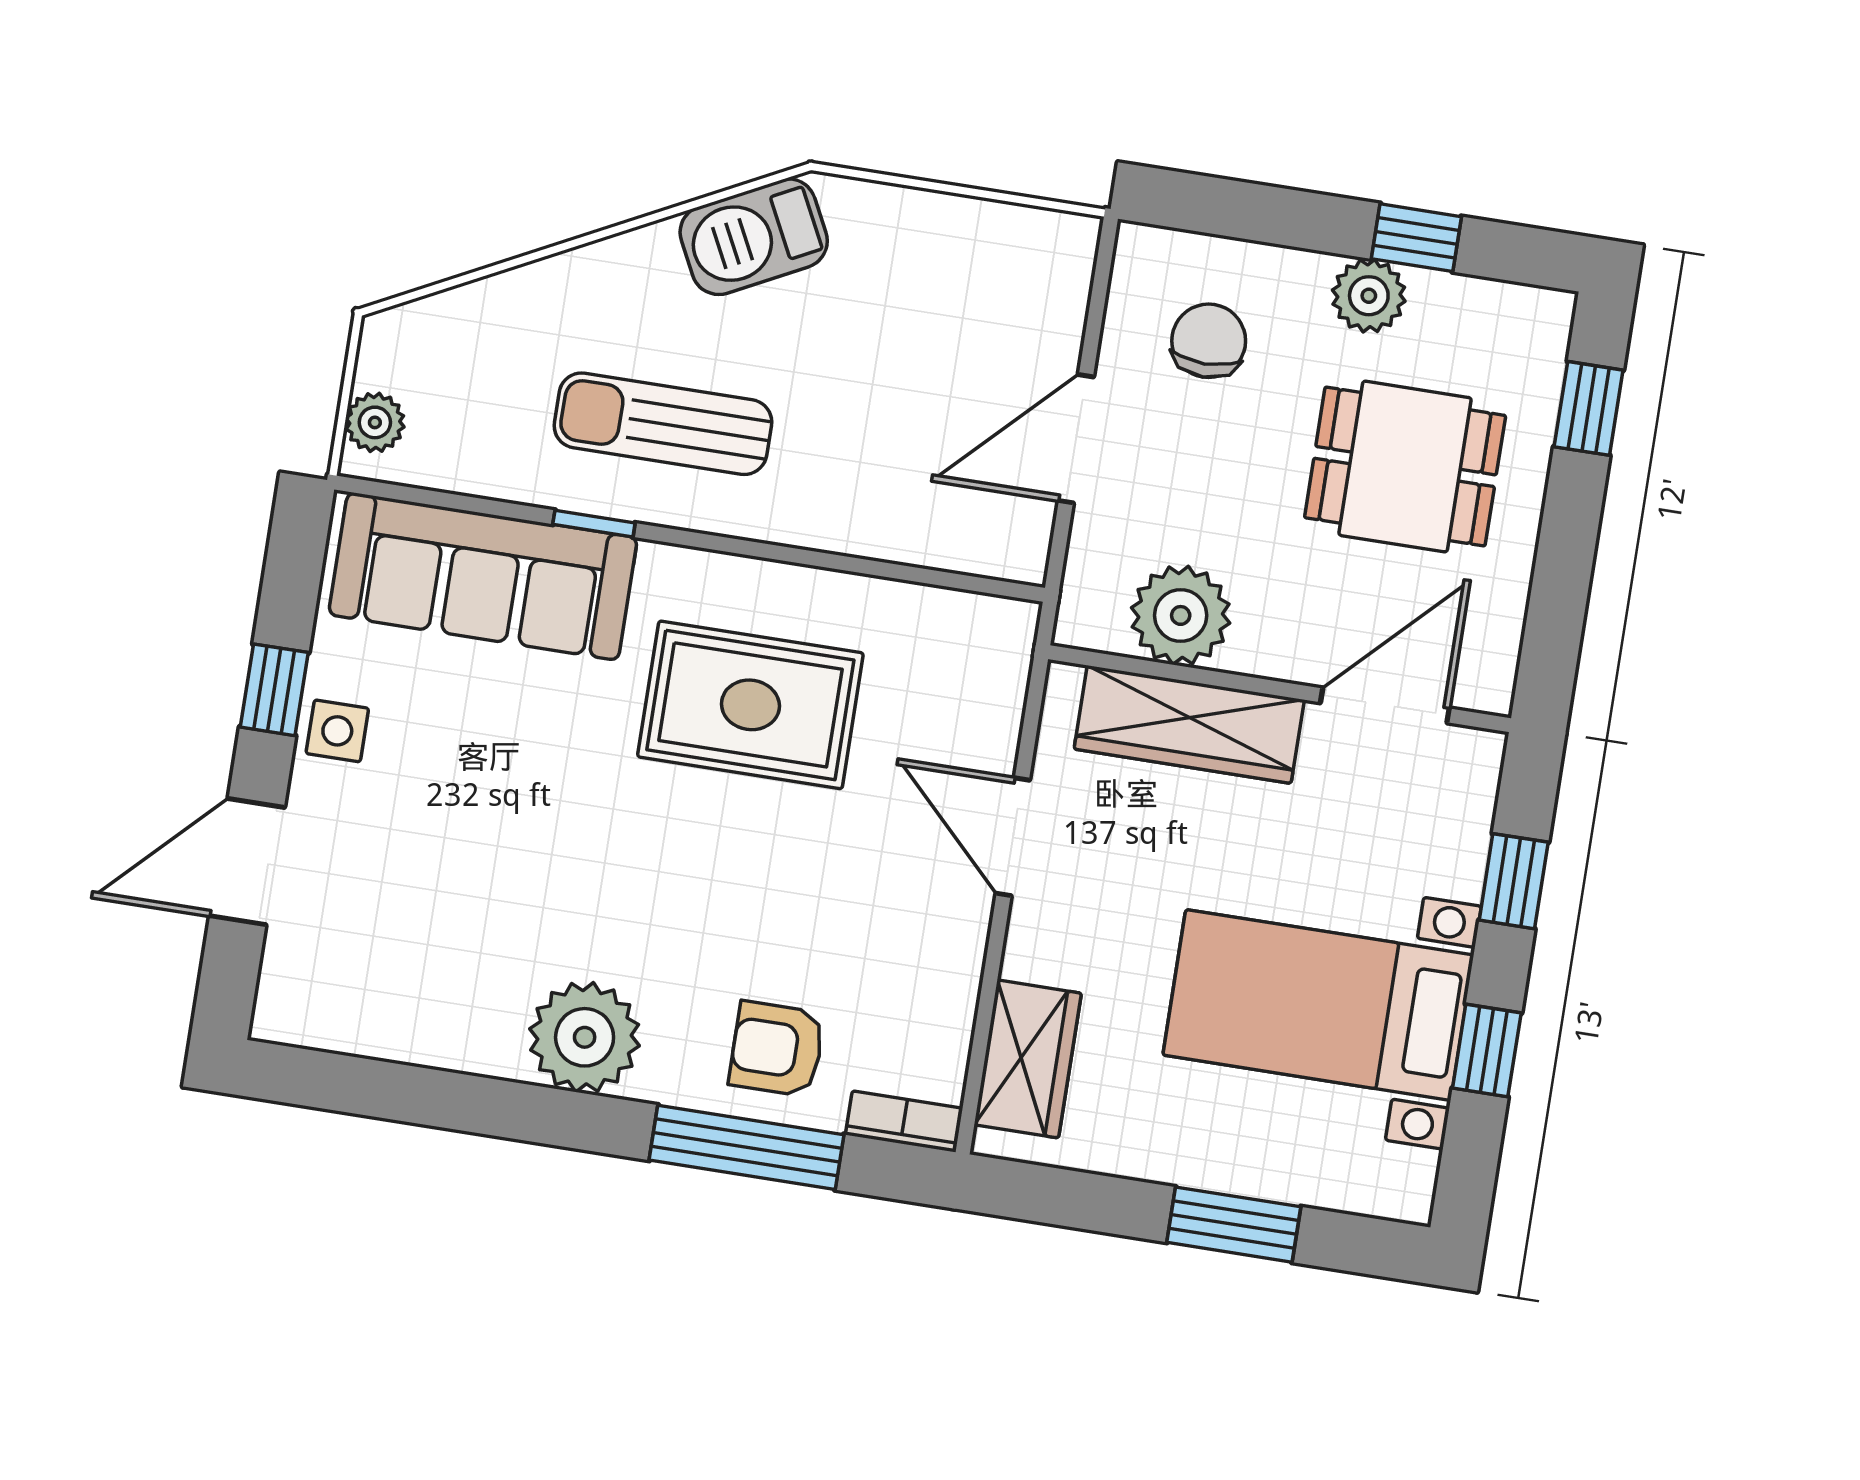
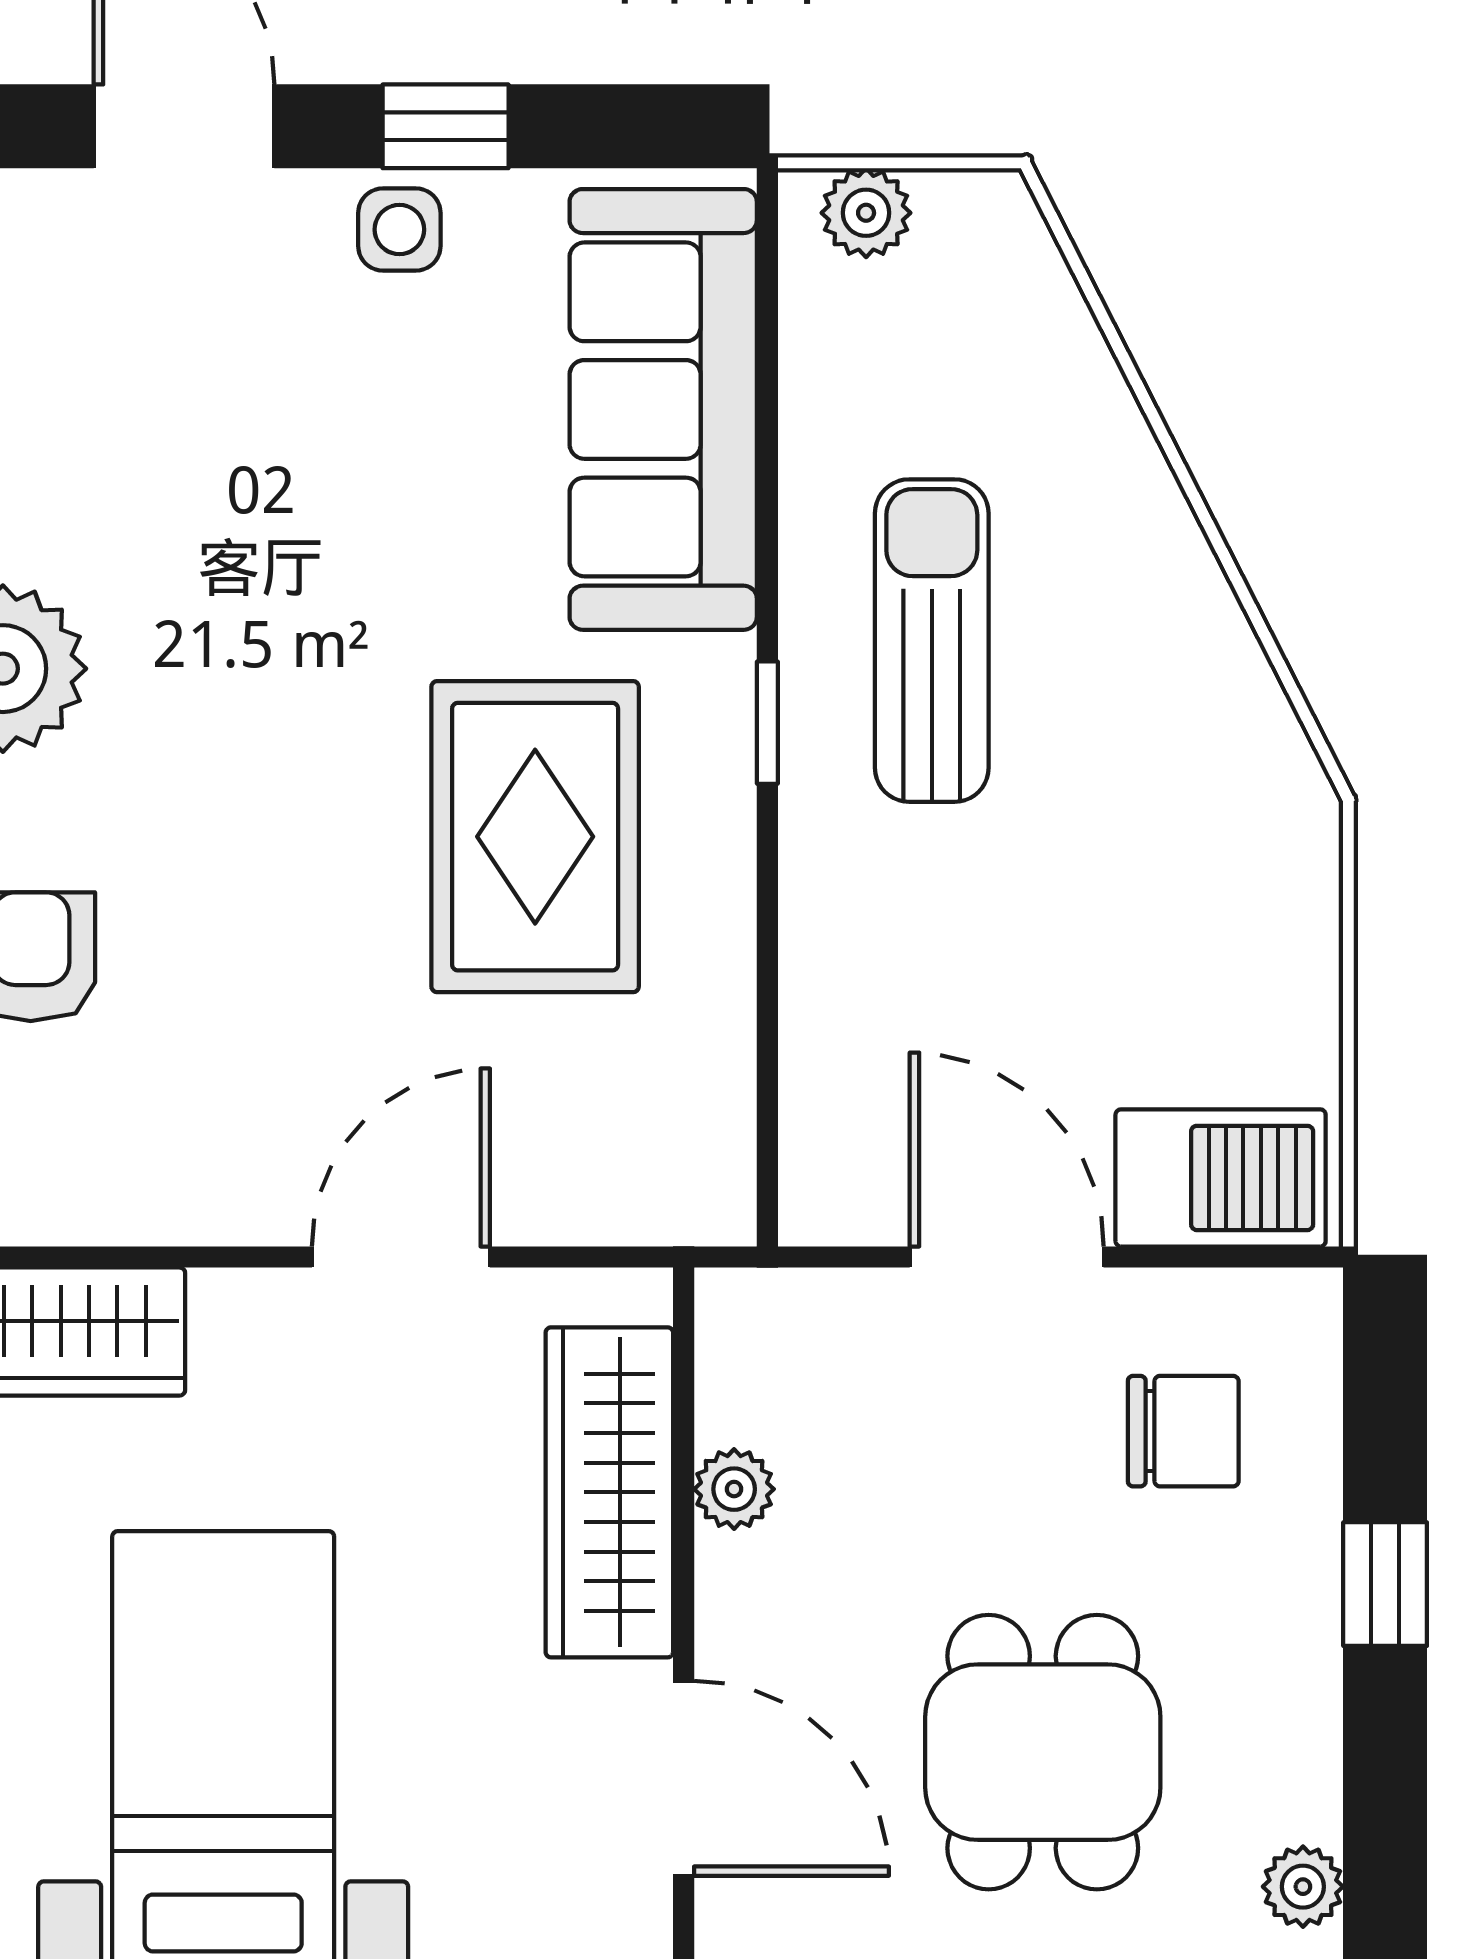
barbecue: (754, 237) -> (1221, 1178), moved, turned 117
window: (1416, 238) -> (1385, 1584), moved
plant: (1369, 296) -> (1303, 1887), moved, width x0.73, depth x0.73
window: (594, 524) -> (767, 723), moved
plant: (1181, 615) -> (734, 1489), width x0.53, depth x0.53

